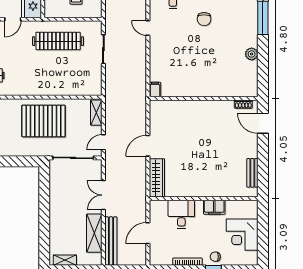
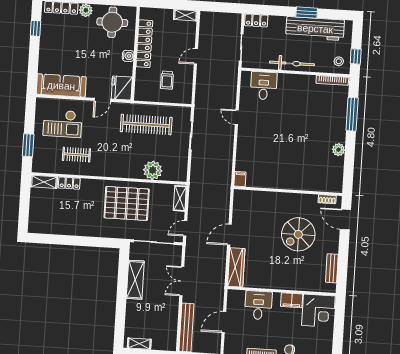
chair: (204, 19) -> (293, 112), removed
plant: (67, 86) -> (153, 170), added
spiral stairs: (217, 141) -> (298, 234), added
shelving: (94, 233) -> (135, 280), moved
corner desk: (242, 235) -> (318, 311), moved, turned -90

